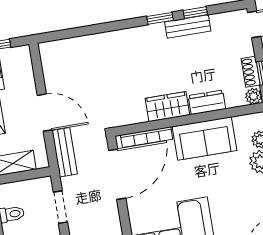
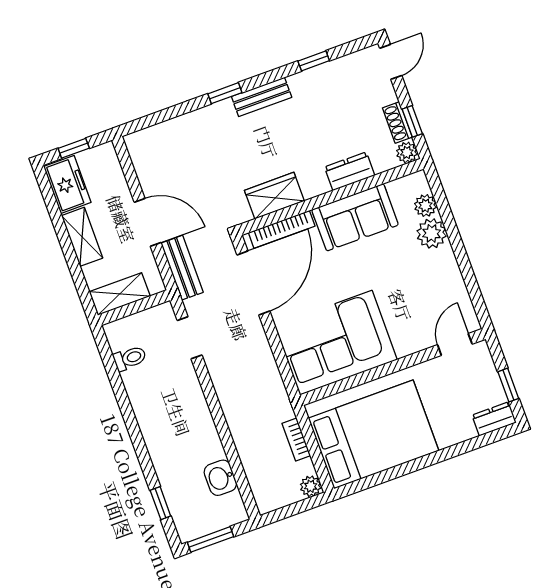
window: (160, 18) -> (225, 93), moved
bench: (188, 26) -> (262, 97), moved
wardrobe: (167, 107) -> (274, 196), moved

